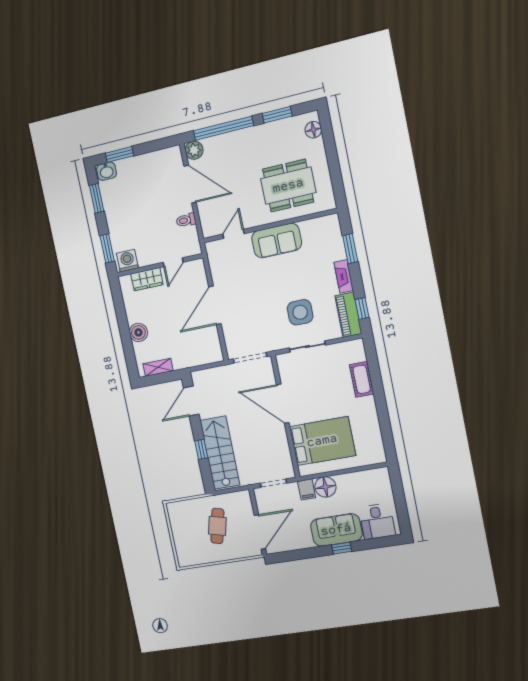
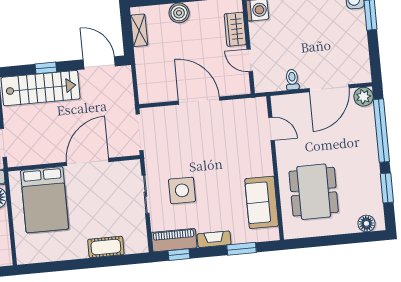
sofa: (277, 241) -> (262, 202), moved

